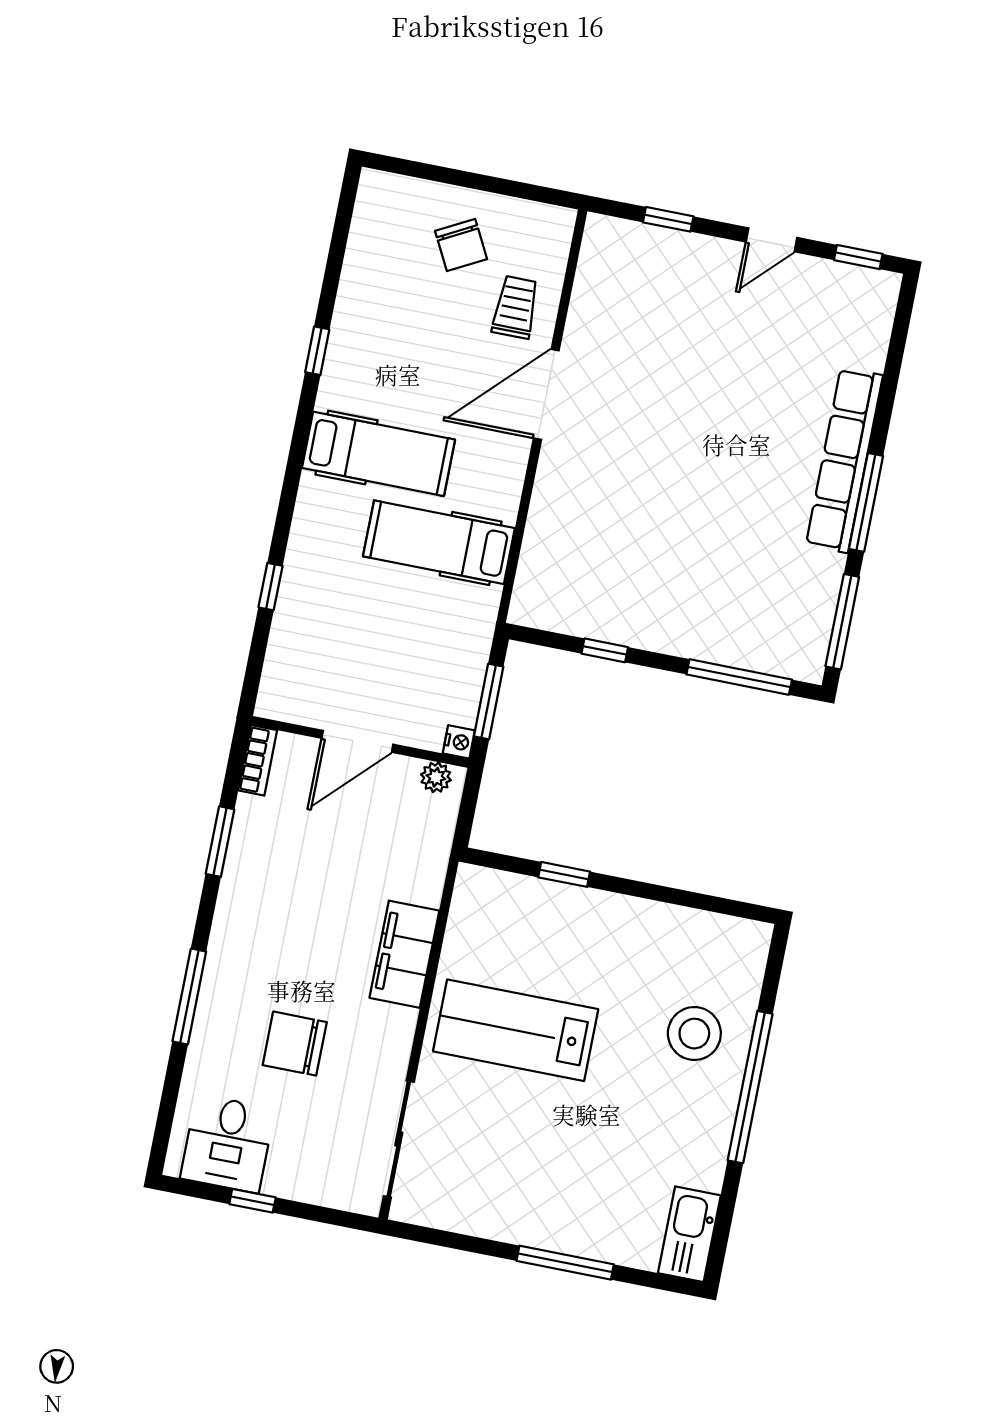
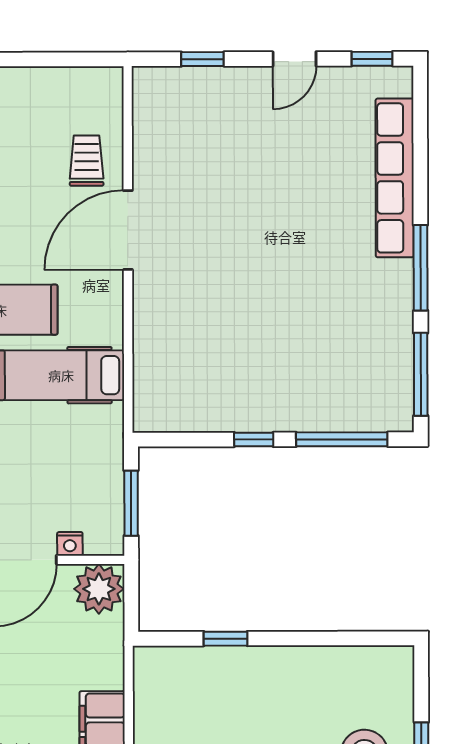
chair: (461, 245) -> (29, 117), removed
row of seats: (844, 460) -> (395, 178), moved
window: (605, 650) -> (254, 439), moved
nightstand: (459, 742) -> (70, 544), moved, turned 90
plant: (436, 777) -> (99, 589), width x1.87, depth x1.87

